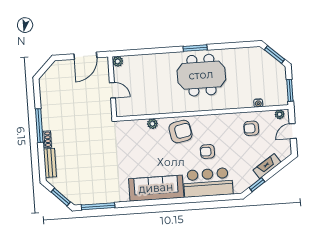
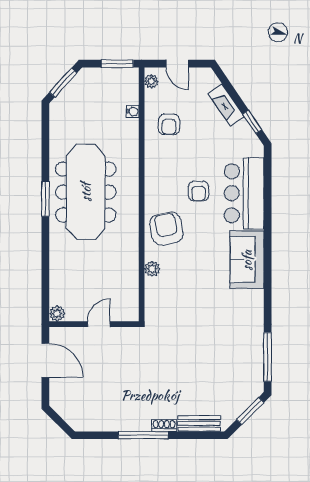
meeting table: (201, 75) -> (86, 192), width x1.36
sofa: (156, 188) -> (247, 260), width x0.73

